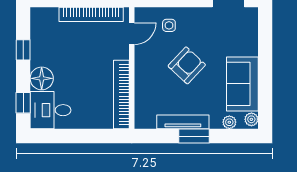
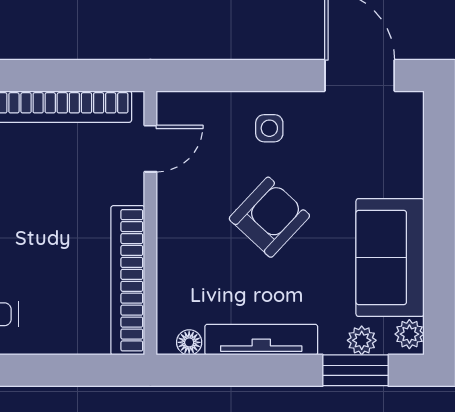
side table: (169, 25) -> (269, 128), moved
floor lamp: (150, 123) -> (189, 342), added
window: (194, 136) -> (355, 370), moved

